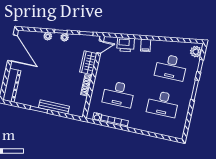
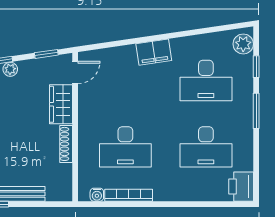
printer: (126, 45) -> (241, 187), moved, turned 98
filing cabinet: (146, 45) -> (154, 52), width x2.00

